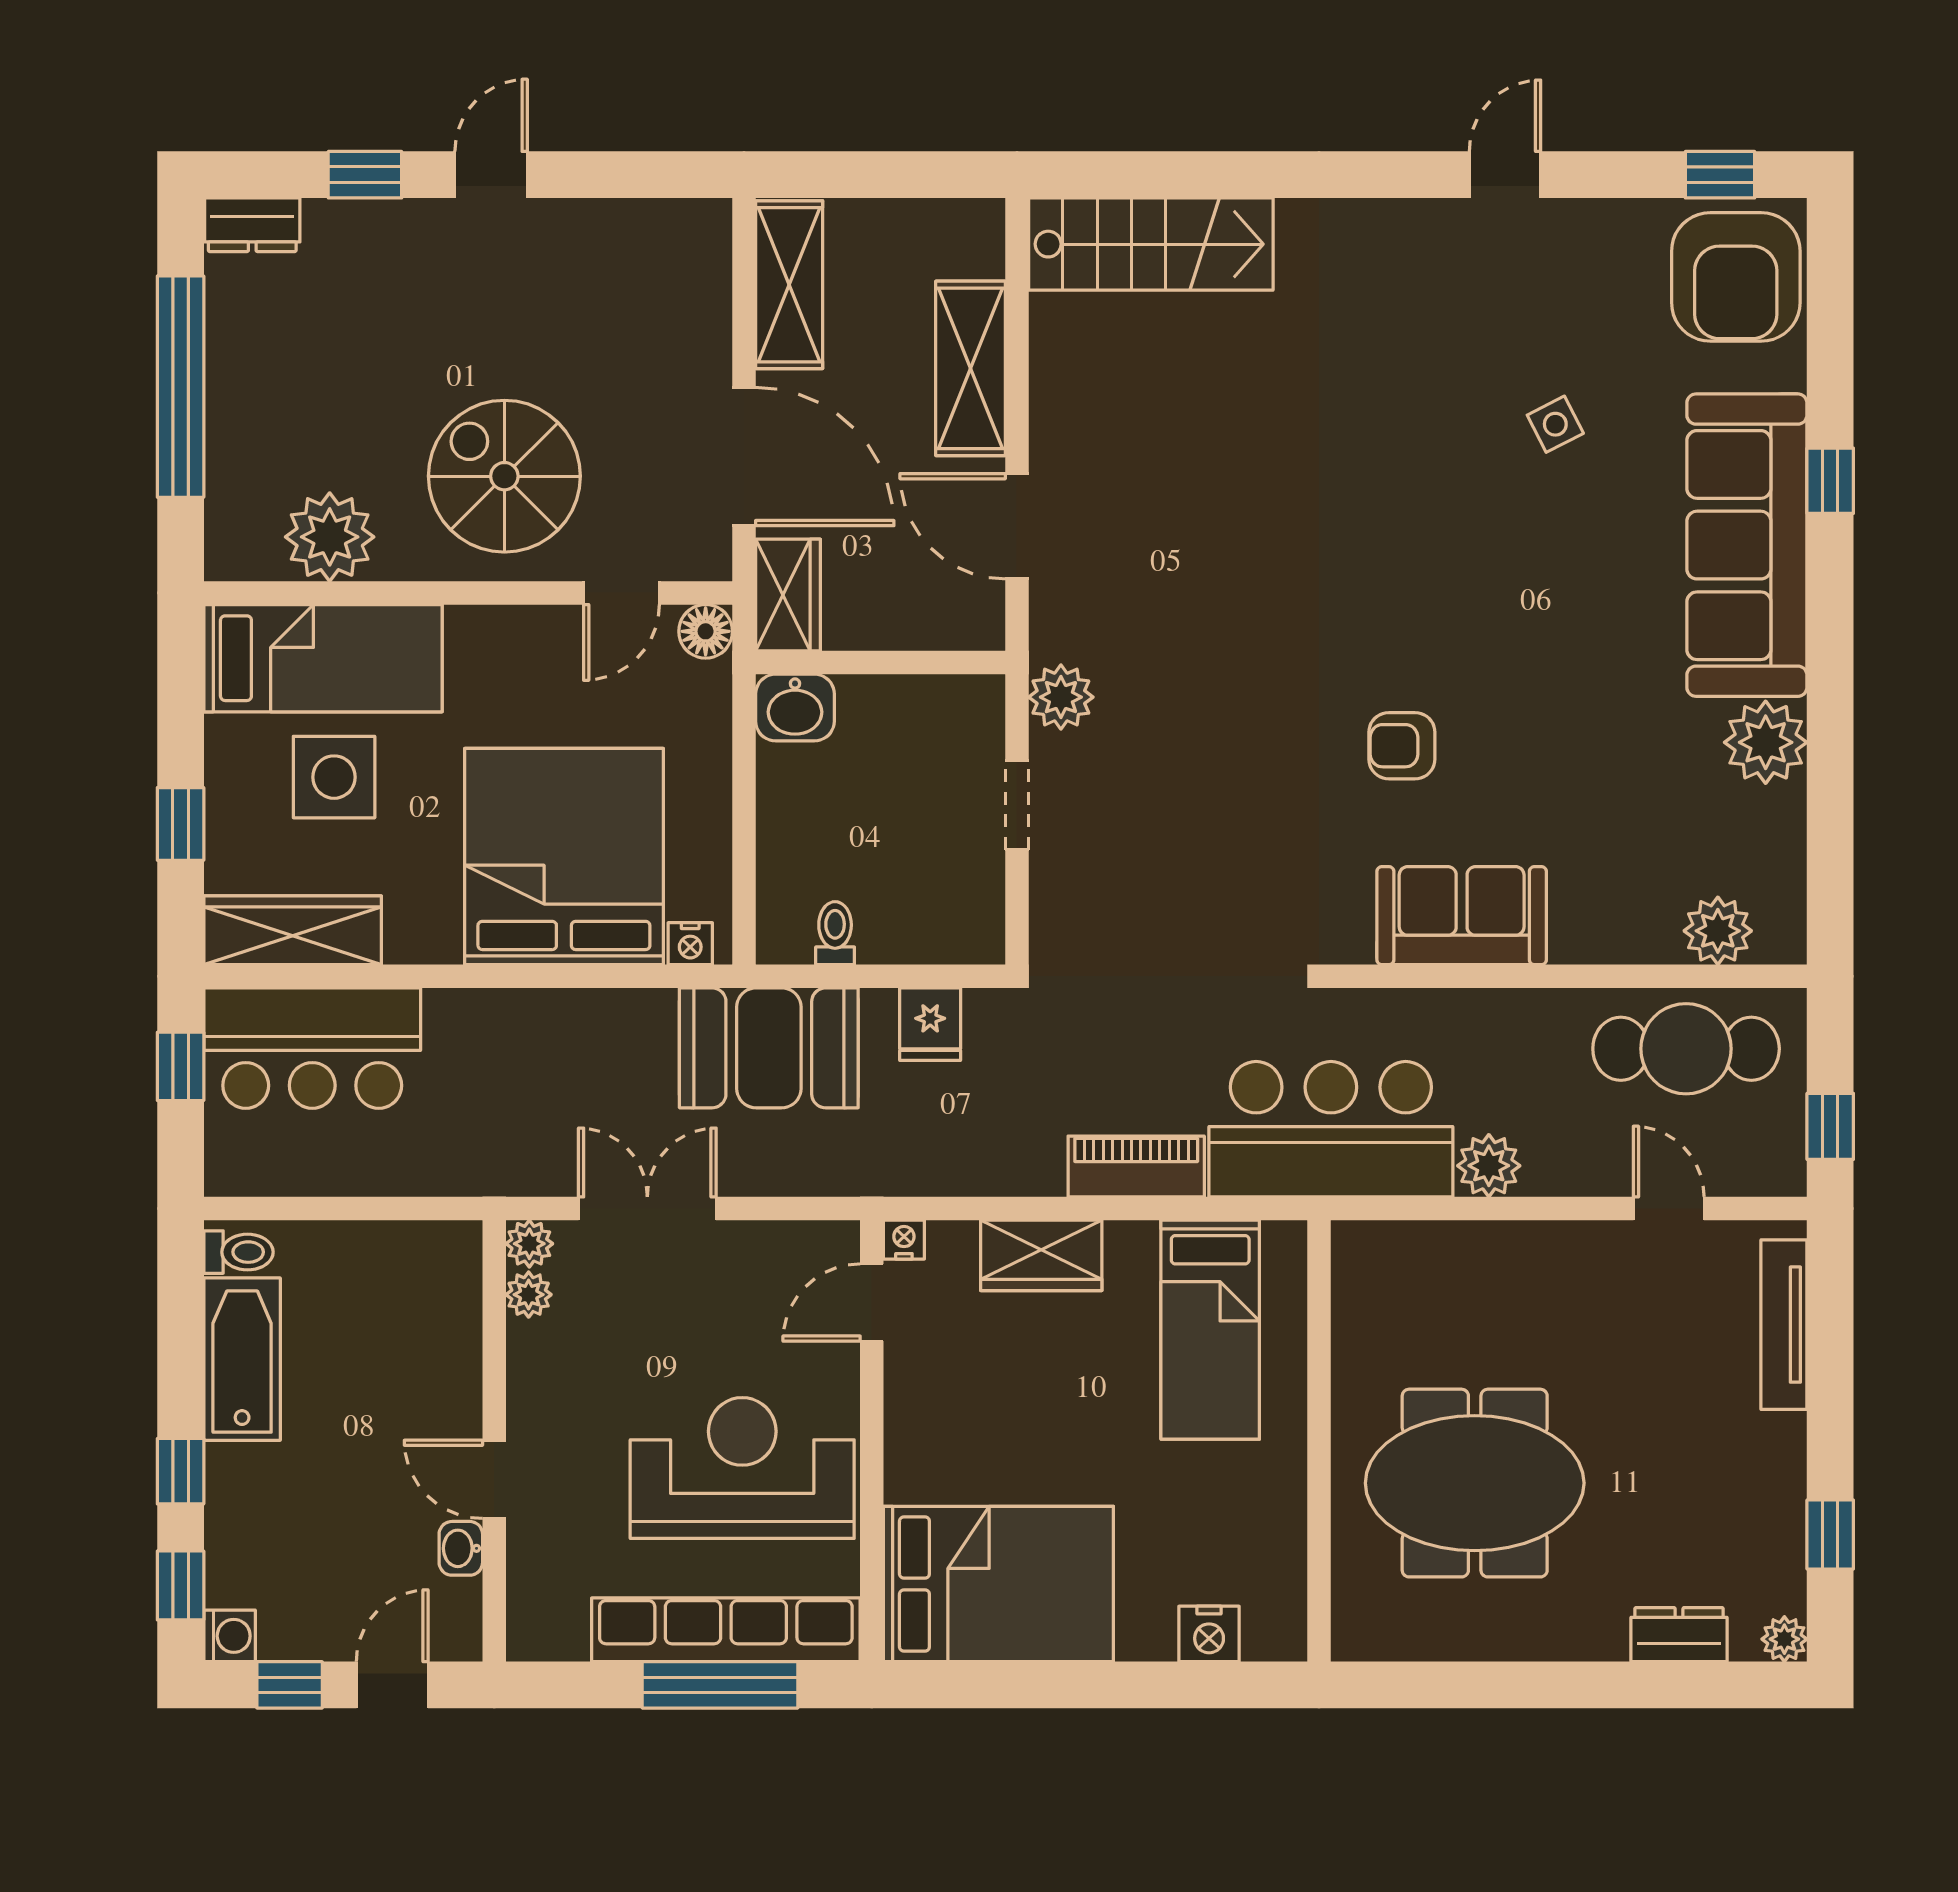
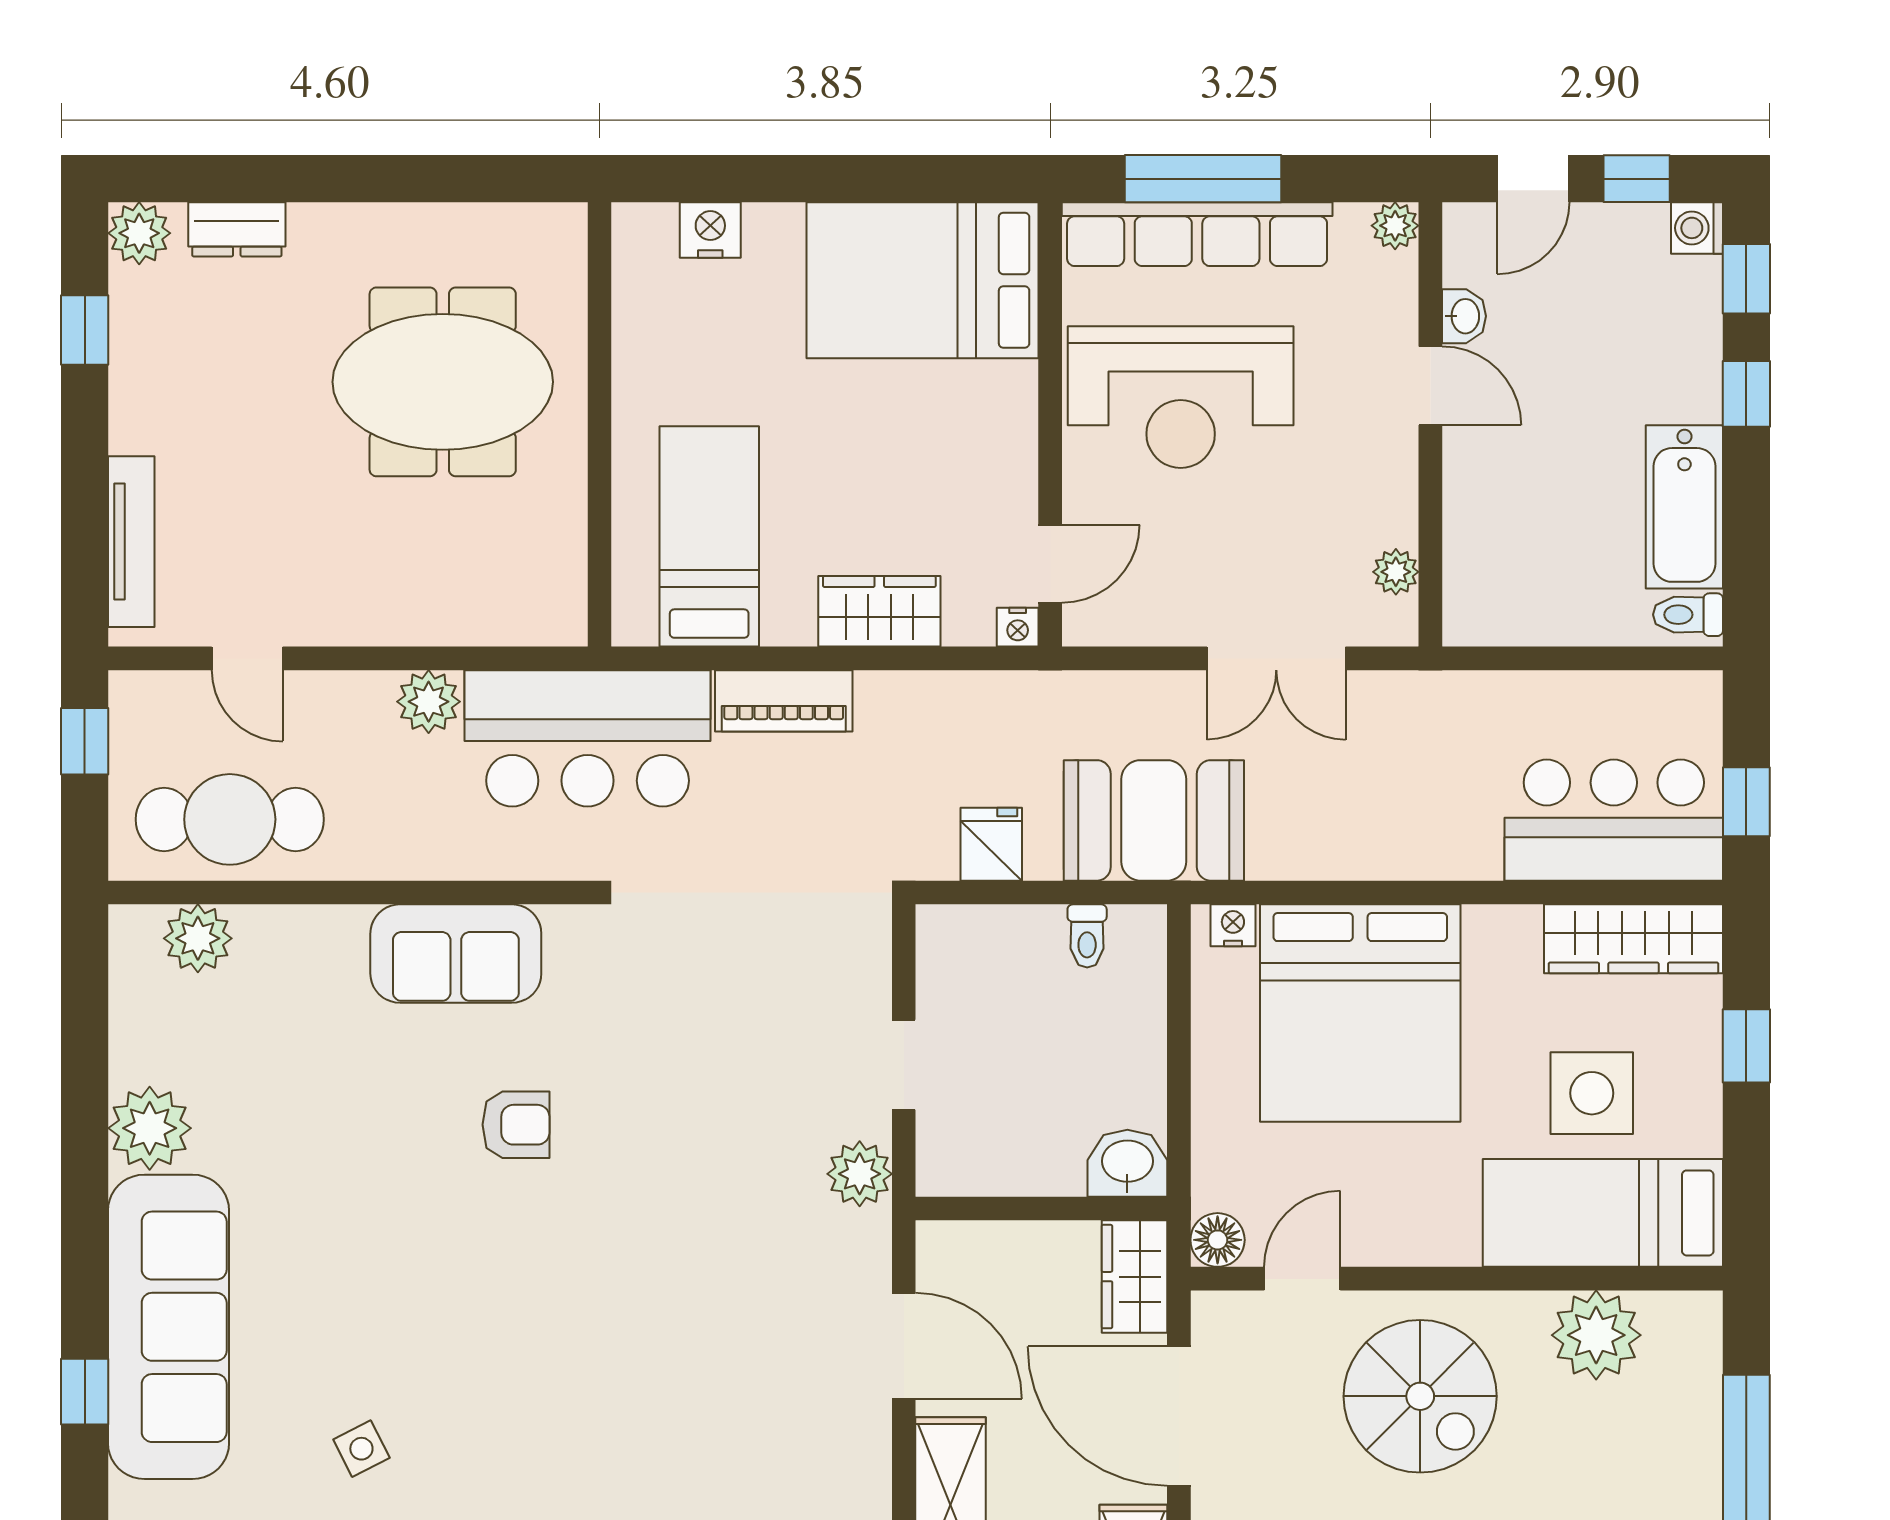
plant: (529, 1244) -> (1395, 226), moved
plant: (1784, 1639) -> (139, 233), width x1.38, depth x1.38

